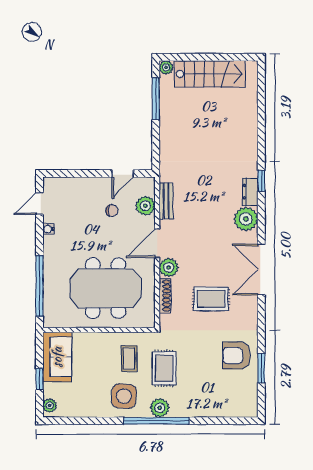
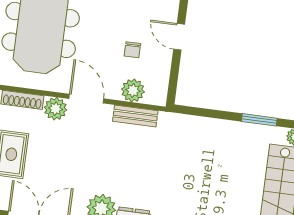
window: (156, 99) -> (259, 120), width x0.69
door: (123, 173) -> (179, 37), moved

